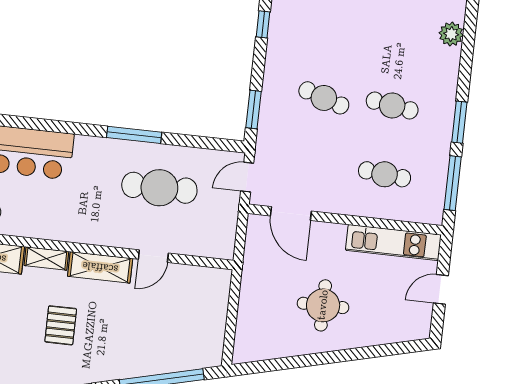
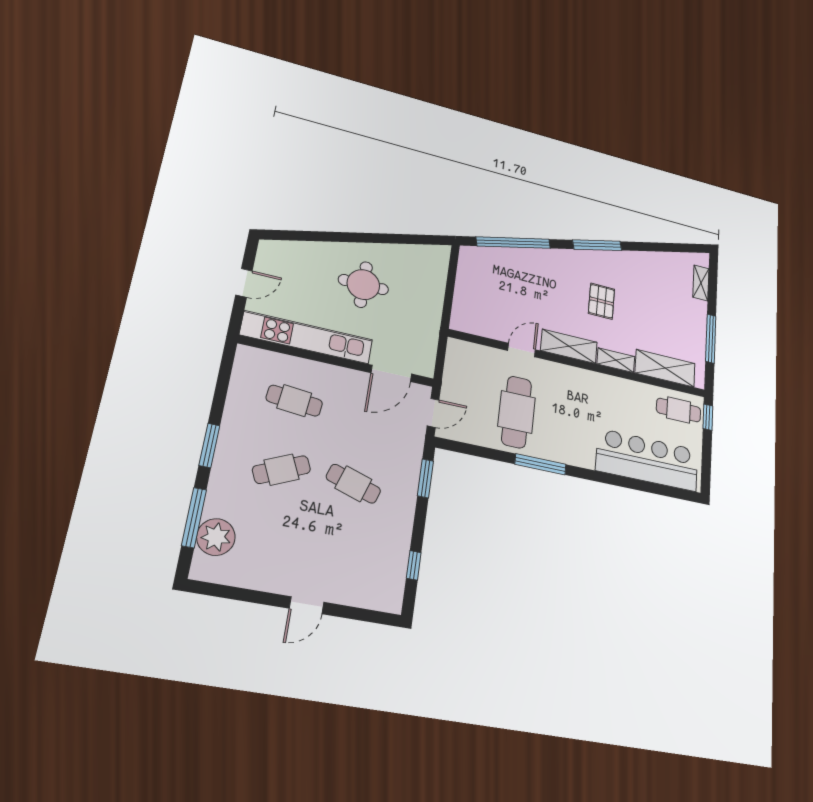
plant: (451, 34) -> (216, 537), width x1.36, depth x1.36
cafe table: (392, 105) -> (281, 470), turned -33
window: (453, 183) -> (194, 518), moved
cafe table: (159, 188) -> (517, 412), turned 90
door: (291, 213) -> (391, 373), swing flipped
kitchen unit: (393, 243) -> (307, 337), width x1.36

